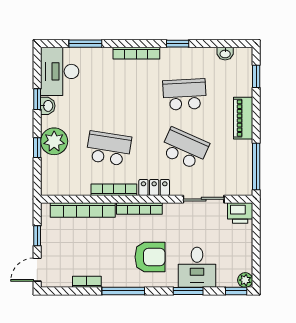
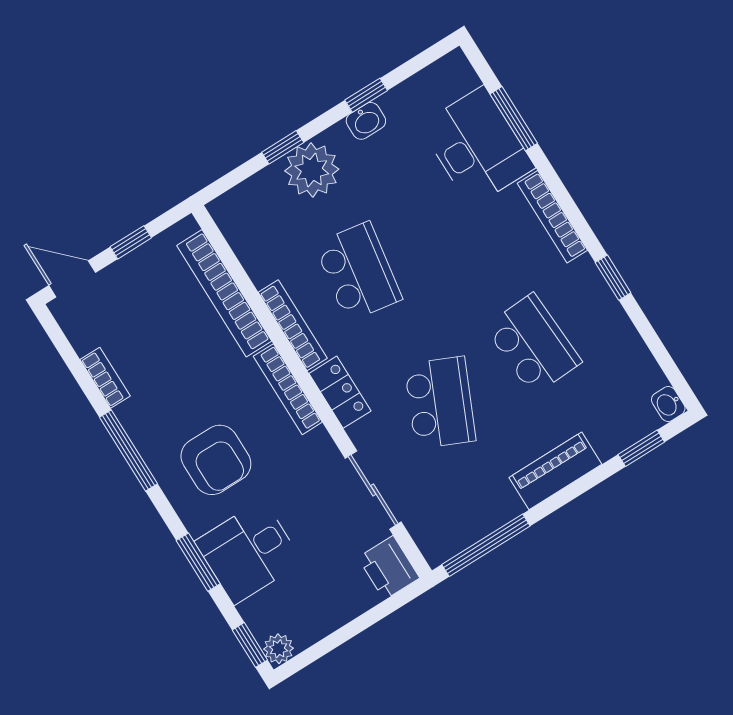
washbasin: (225, 54) -> (668, 404), moved
desk: (60, 71) -> (477, 147), moved, turned 90

